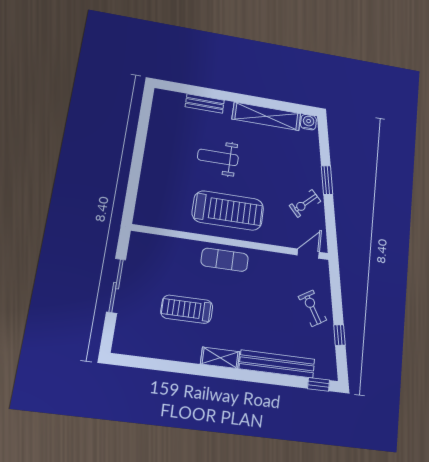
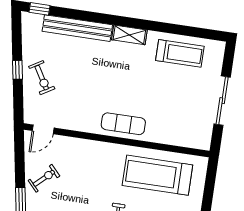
treadmill: (228, 211) -> (157, 175), moved
treadmill: (187, 309) -> (180, 53), moved
window: (339, 335) -> (18, 70), moved

